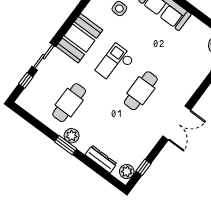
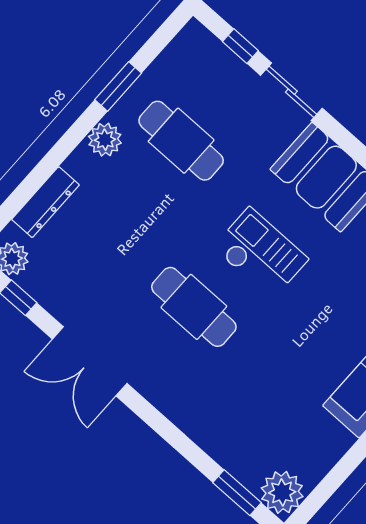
double door: (177, 123) -> (90, 361), moved
window: (66, 145) -> (118, 86), moved

